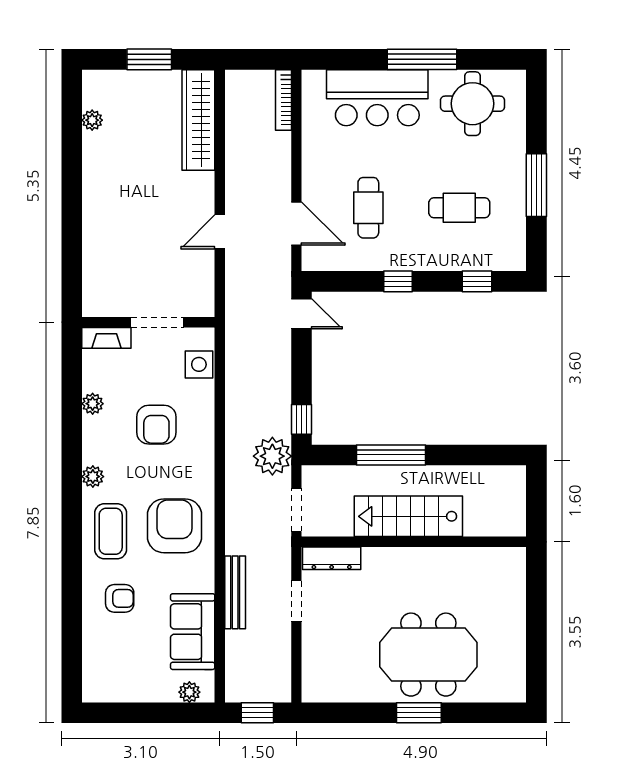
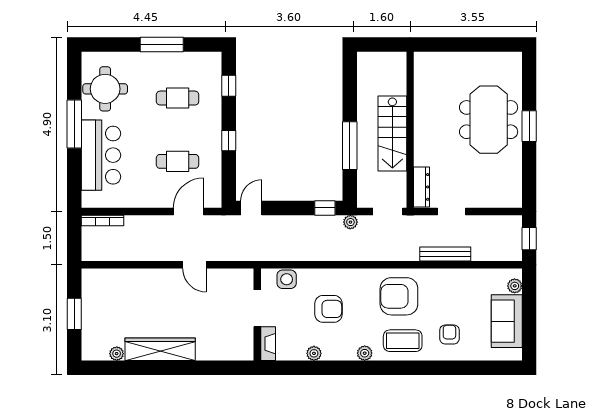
wardrobe: (198, 120) -> (160, 349), moved, turned 180
cafe table: (459, 208) -> (178, 98), turned 90
plant: (272, 456) -> (350, 222), width x0.53, depth x0.53
sofa: (193, 632) -> (507, 321), moved, turned 90

